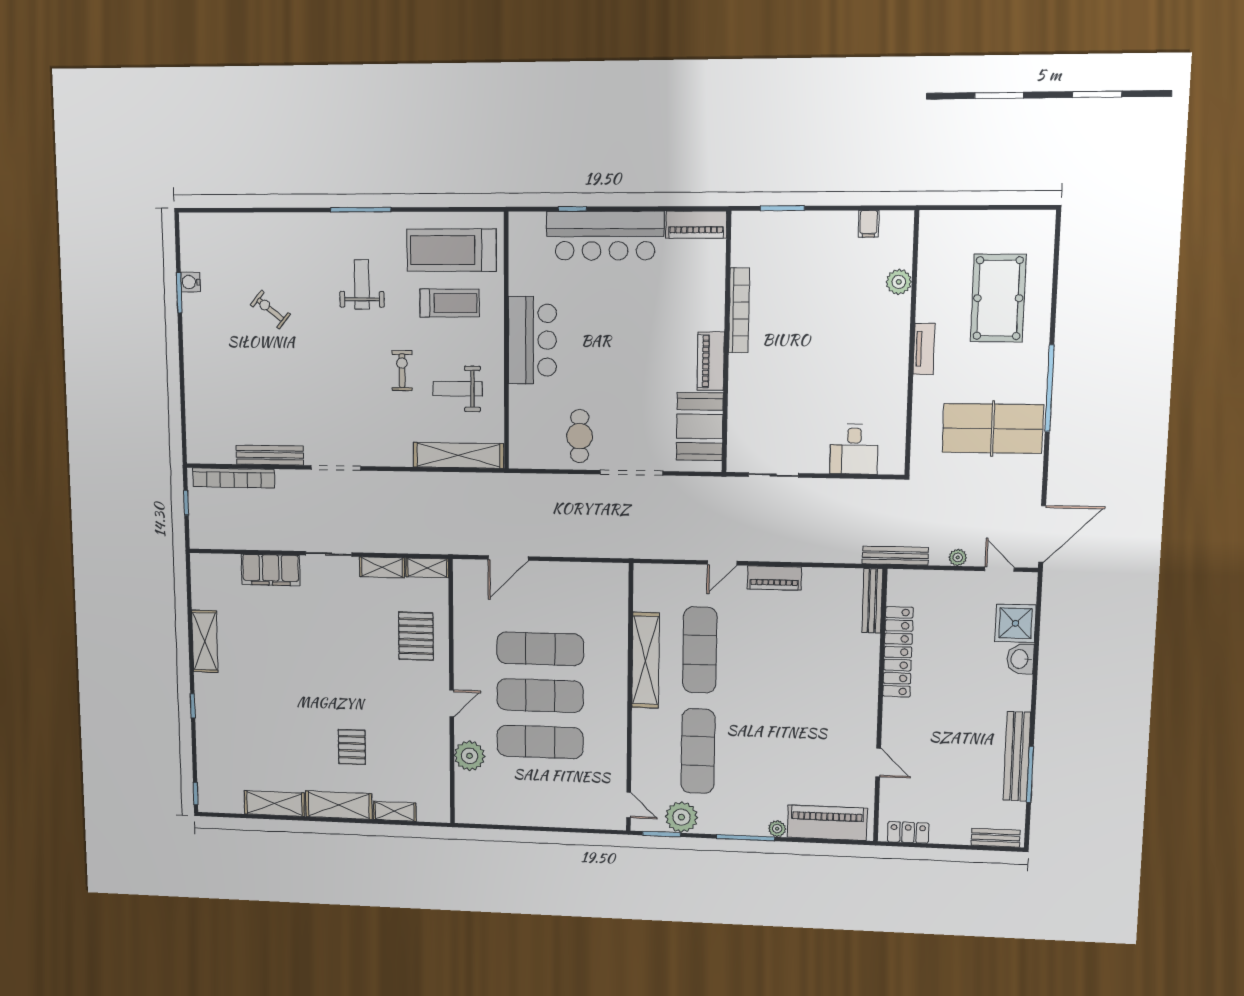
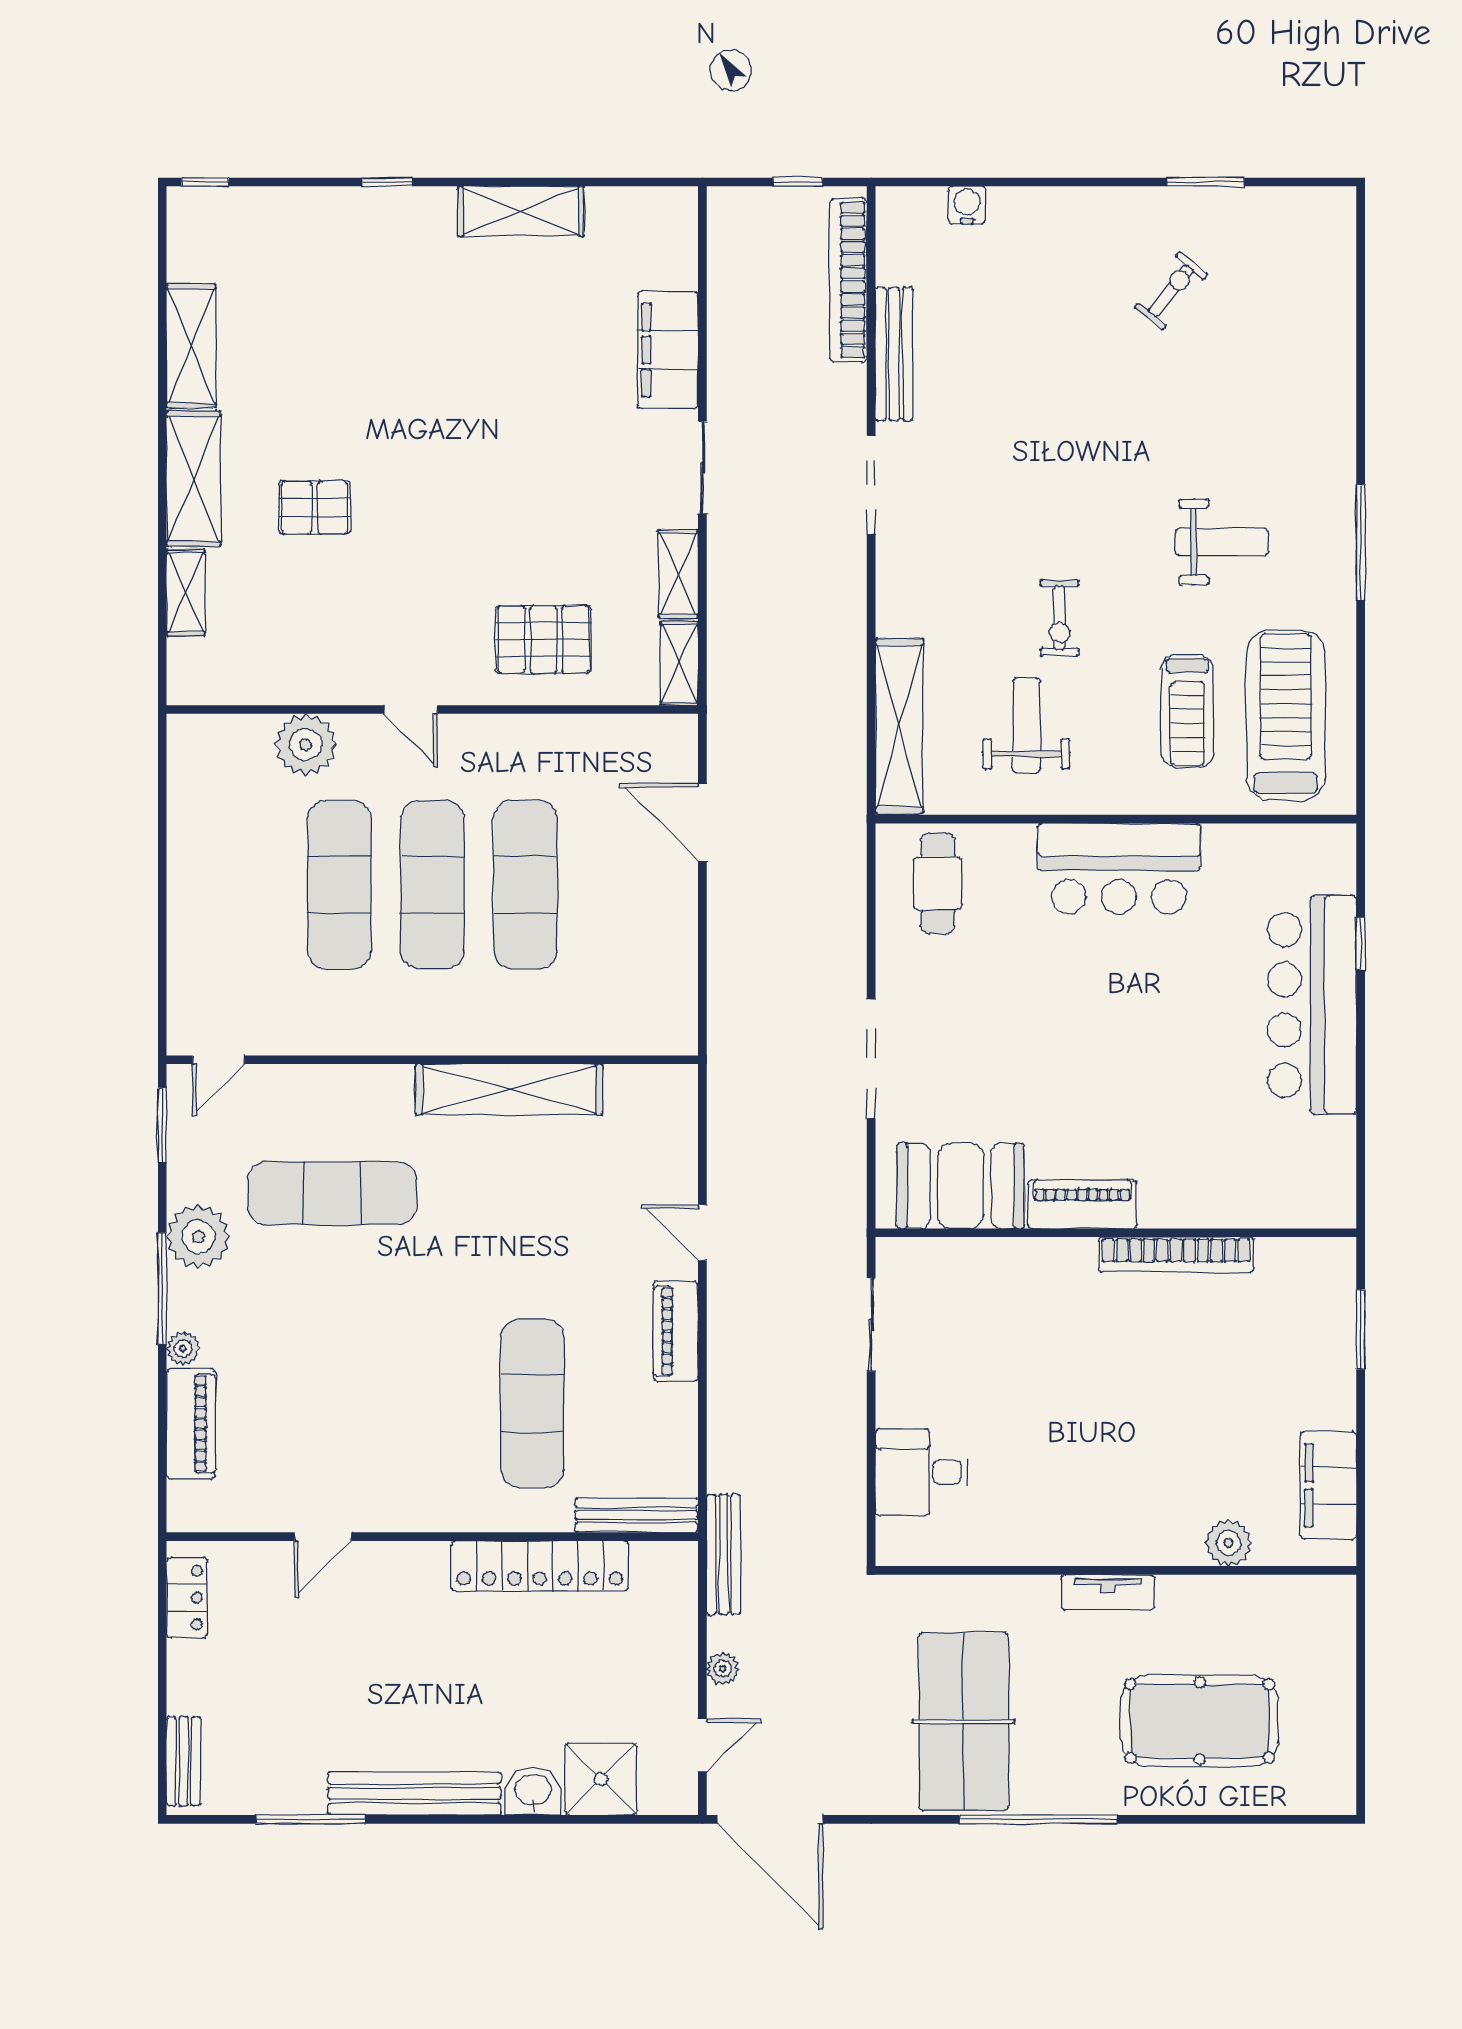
filing cabinet: (869, 224) -> (1328, 1485), width x3.00, depth x1.17
piano: (696, 225) -> (1332, 1173), removed
water cooler: (190, 282) -> (967, 205), moved
exercise bike: (270, 310) -> (1171, 291), moved
exercise bike: (402, 371) -> (1060, 618), turned 90
cafe table: (580, 436) -> (938, 883), moved, turned 90
exercise mat: (700, 650) -> (532, 1403), moved, turned 90
bench: (1017, 756) -> (414, 1793), moved
plant: (681, 817) -> (198, 1237), moved
piano: (827, 823) -> (191, 1424), width x0.73, depth x0.75

